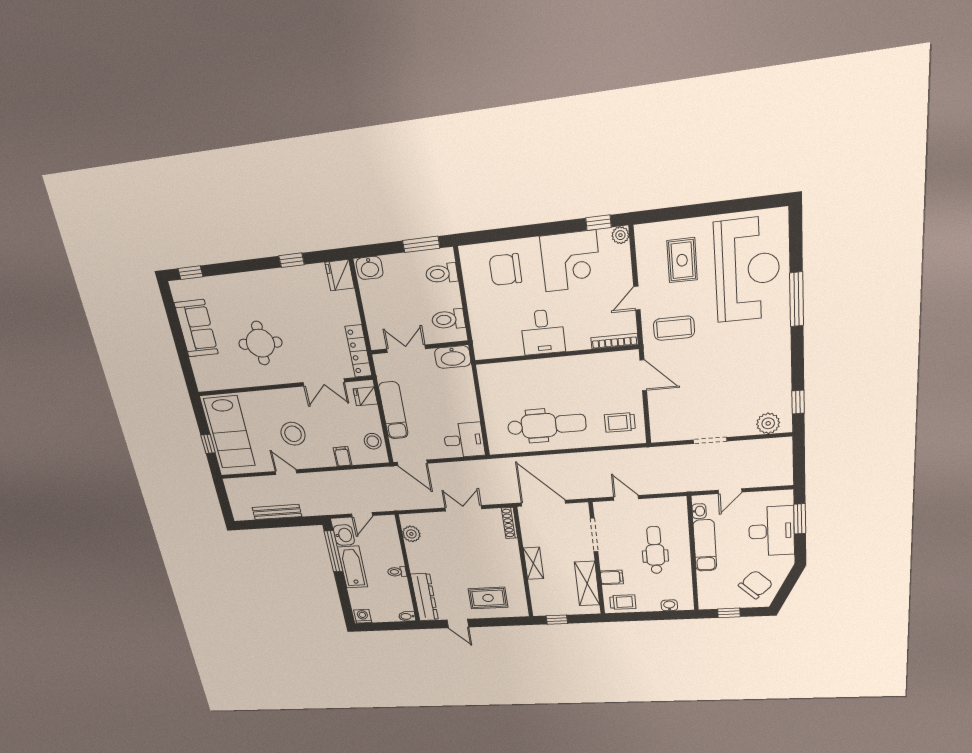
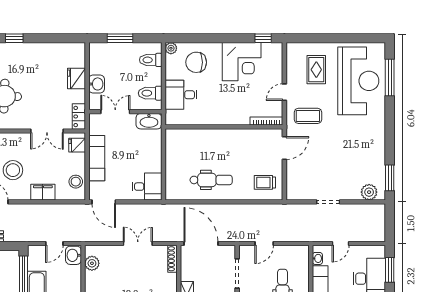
plant: (620, 235) -> (171, 48), moved
window: (421, 244) -> (120, 38), moved
window: (292, 260) -> (14, 38), moved
washbasin: (370, 268) -> (97, 84), moved, turned -90
fridge: (340, 275) -> (76, 79), moved
window: (797, 299) -> (390, 78), moved
desk: (543, 332) -> (181, 95), moved, turned 90
locker: (358, 351) -> (79, 116), width x0.66
door: (643, 375) -> (284, 148), hinge flipped
window: (798, 402) -> (390, 178), width x1.50
dental chair: (547, 425) -> (211, 180), width x0.73, depth x0.72
filing cabinet: (342, 456) -> (43, 192), width x2.00
door: (626, 498) -> (264, 244), swing flipped
washbasin: (344, 535) -> (73, 255), moved, turned 180

